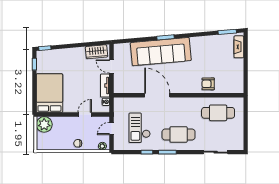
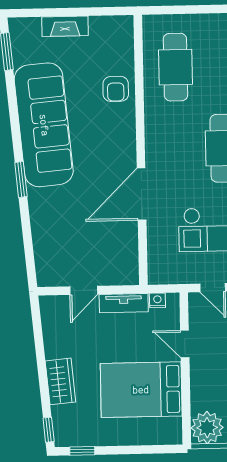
fireplace: (239, 47) -> (65, 26), moved
wardrobe: (97, 52) -> (60, 381), moved
sofa: (161, 52) -> (44, 125), moved
bed: (49, 93) -> (141, 390), moved

